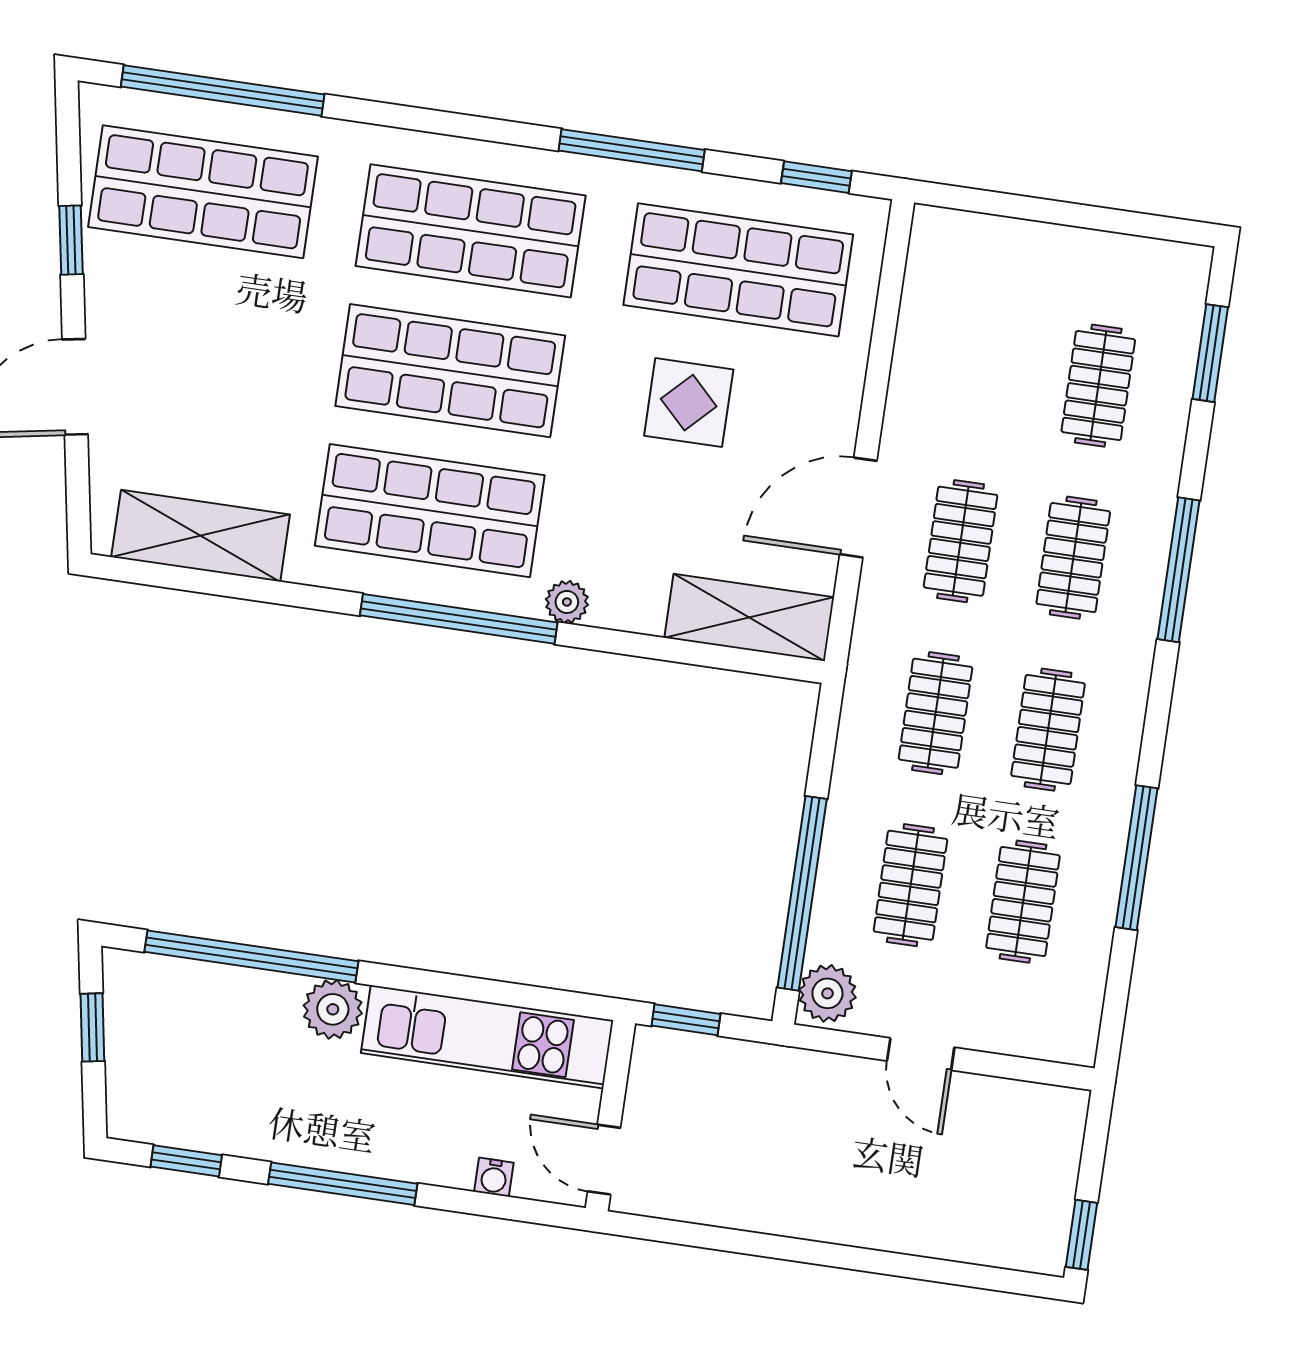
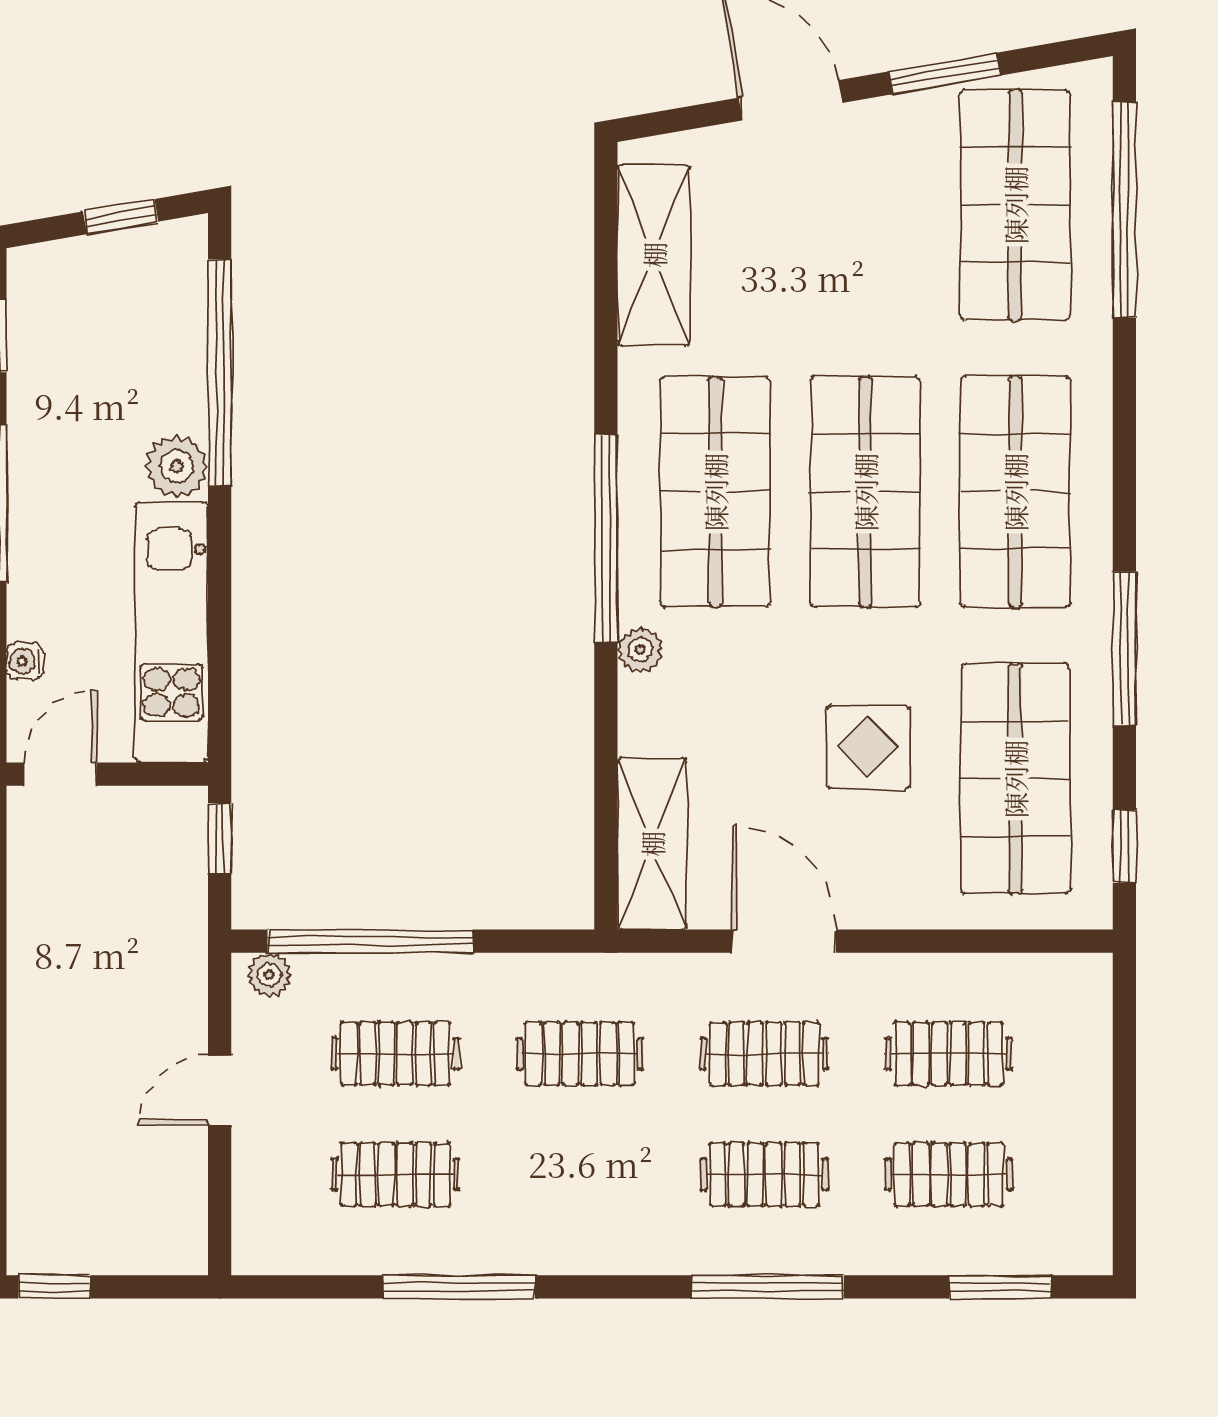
window: (71, 240) -> (944, 74), width x1.50
clothes rail: (1048, 730) -> (949, 1054), moved
plant: (827, 993) -> (269, 975), width x0.73, depth x0.73

